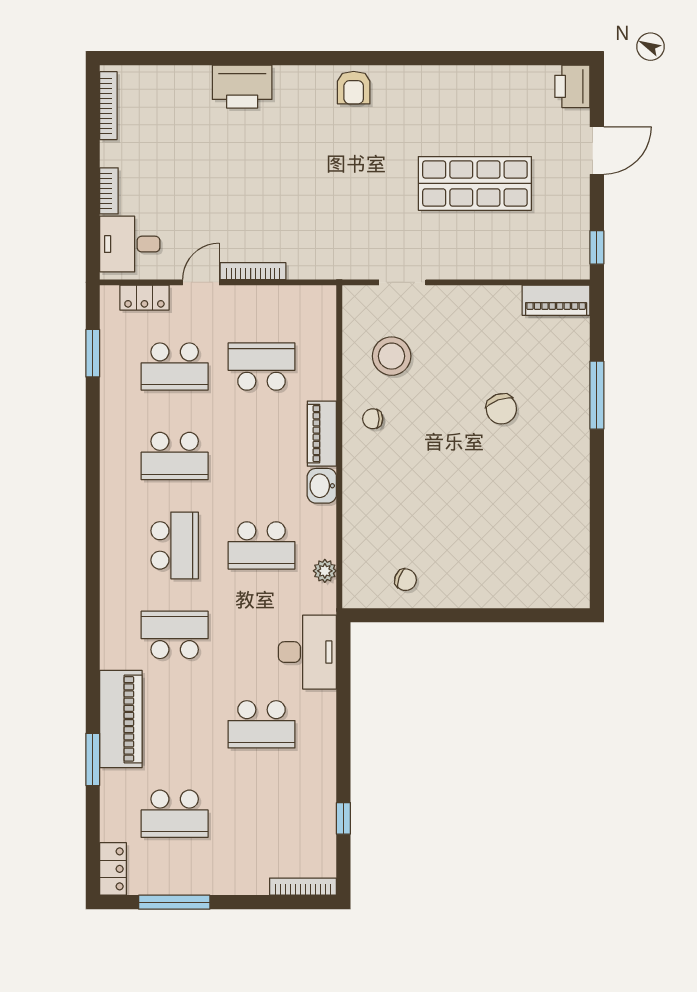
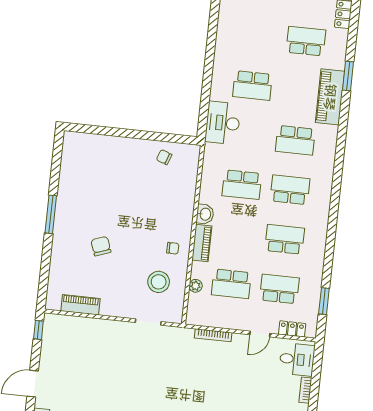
shop shelf: (475, 183) -> (102, 373), removed
bookcase: (253, 271) -> (213, 335), moved
piano: (556, 300) -> (80, 305), moved
window: (597, 395) -> (51, 214), moved
school desk: (175, 545) -> (290, 190), turned 90
school desk: (262, 545) -> (242, 185), turned 180
plant: (325, 571) -> (196, 286), moved
school desk: (262, 724) -> (252, 86), turned 180
window: (343, 818) -> (213, 29), removed

